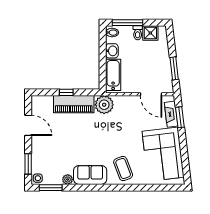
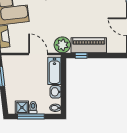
window: (127, 23) -> (31, 116), moved
window: (66, 92) -> (81, 56), moved
door: (151, 94) -> (38, 54), moved

